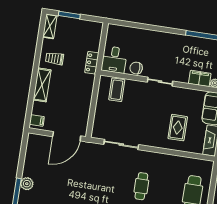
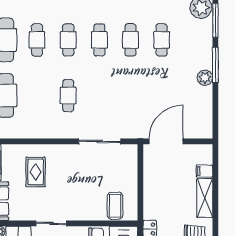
sliding door: (160, 82) -> (51, 223), moved
filing cabinet: (37, 120) -> (204, 171), moved

